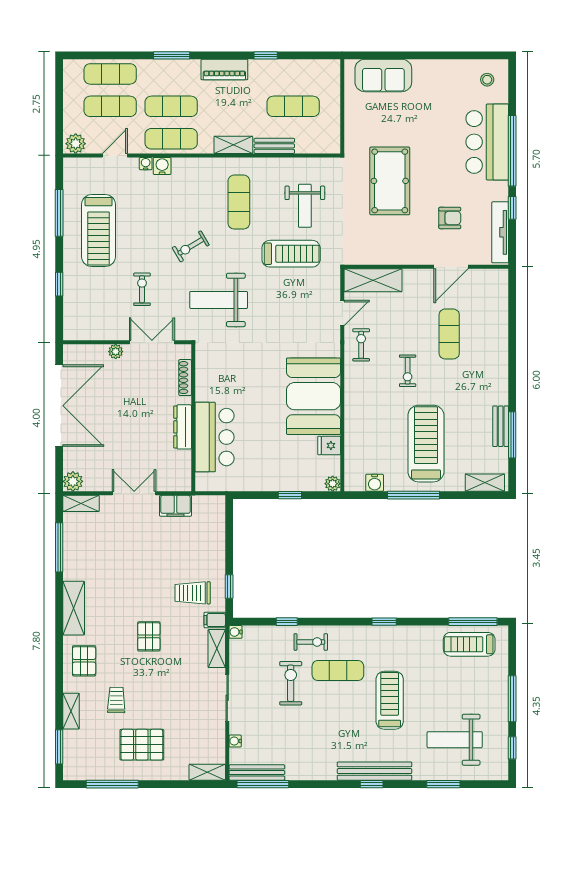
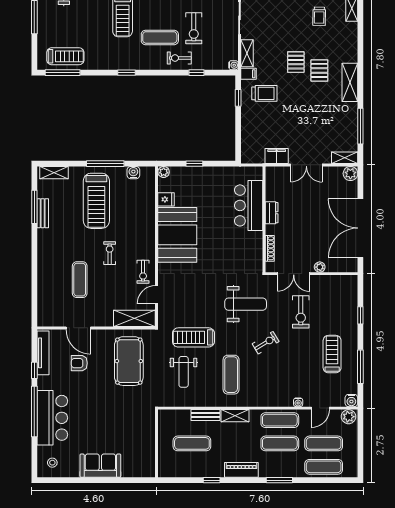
sofa: (383, 75) -> (100, 466), moved
water cooler: (162, 166) -> (351, 401), moved
pool table: (390, 181) -> (129, 361), moved
weight bench: (305, 206) -> (184, 372), turned 180
treadmill: (99, 231) -> (332, 354), width x0.73, depth x0.73
door: (451, 267) -> (78, 328), swing flipped
exercise bike: (142, 289) -> (301, 312), width x1.38, depth x1.39
dresser: (183, 427) -> (272, 213), width x0.70
pallet: (84, 661) -> (319, 70), moved

